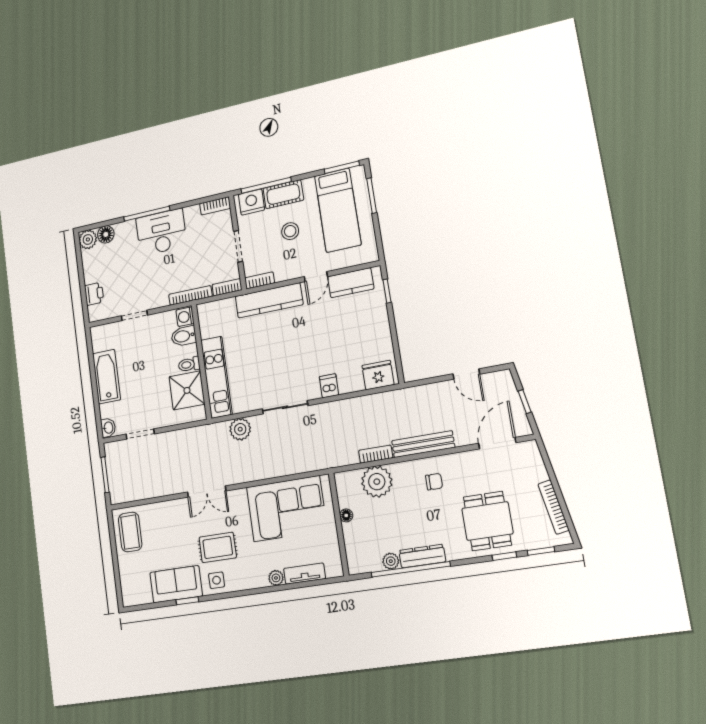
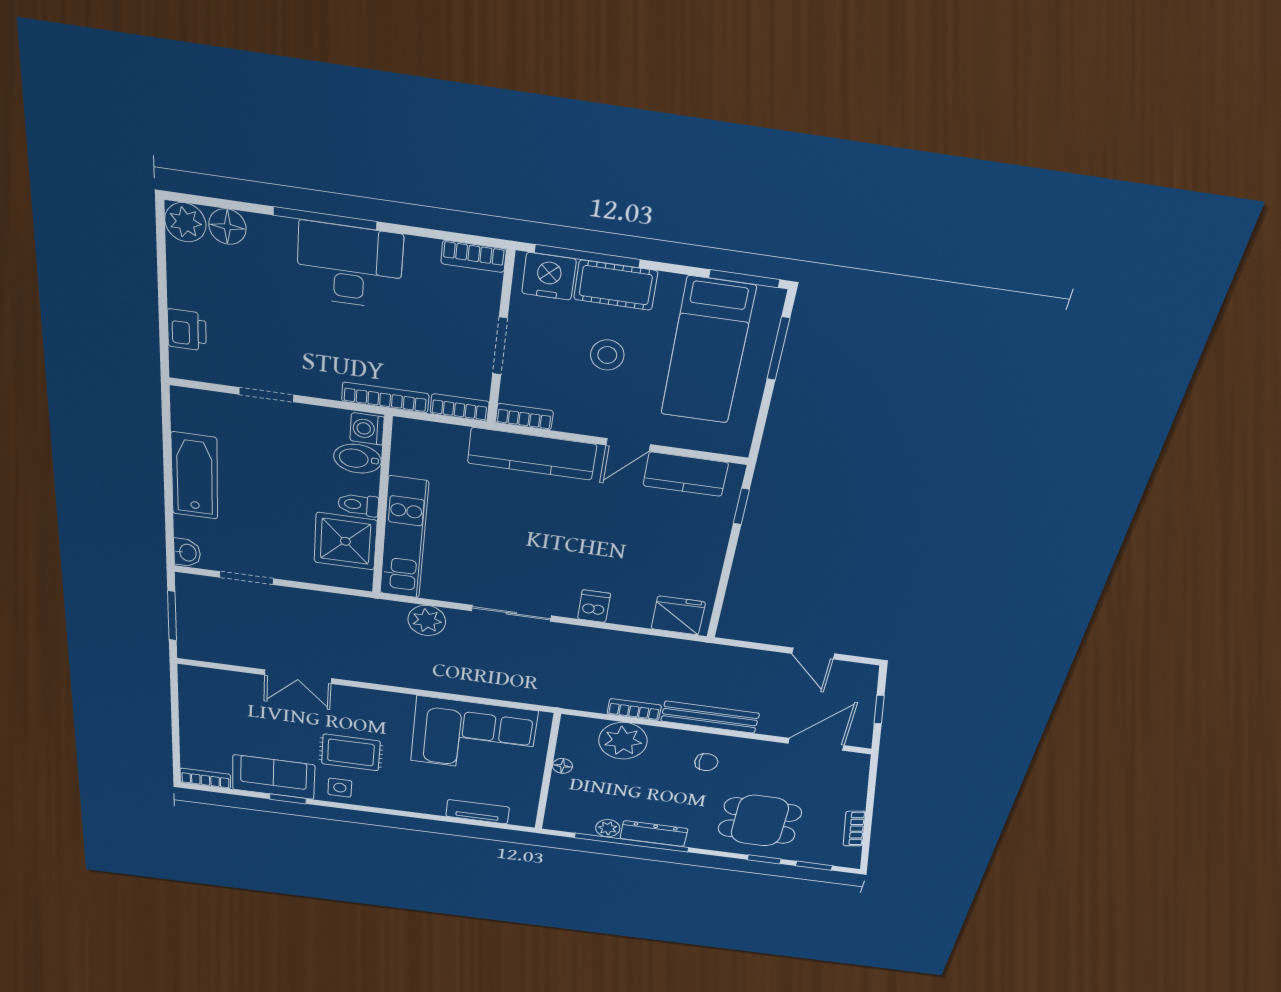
double door: (207, 492) -> (298, 677), moved
bookcase: (554, 507) -> (854, 829), width x0.64
dining table: (487, 521) -> (760, 821), turned 90
coffee table: (130, 532) -> (207, 699), removed
plant: (276, 578) -> (433, 806), removed
bookcase: (137, 599) -> (205, 778), added

